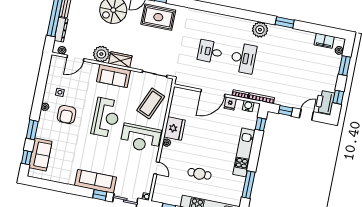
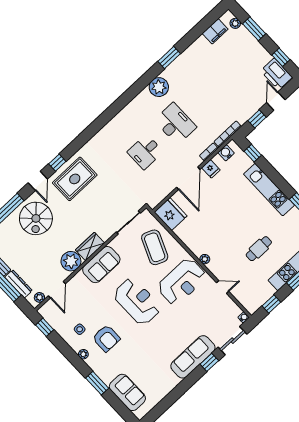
fridge: (174, 129) -> (171, 214), moved
window: (27, 158) -> (45, 327), moved

